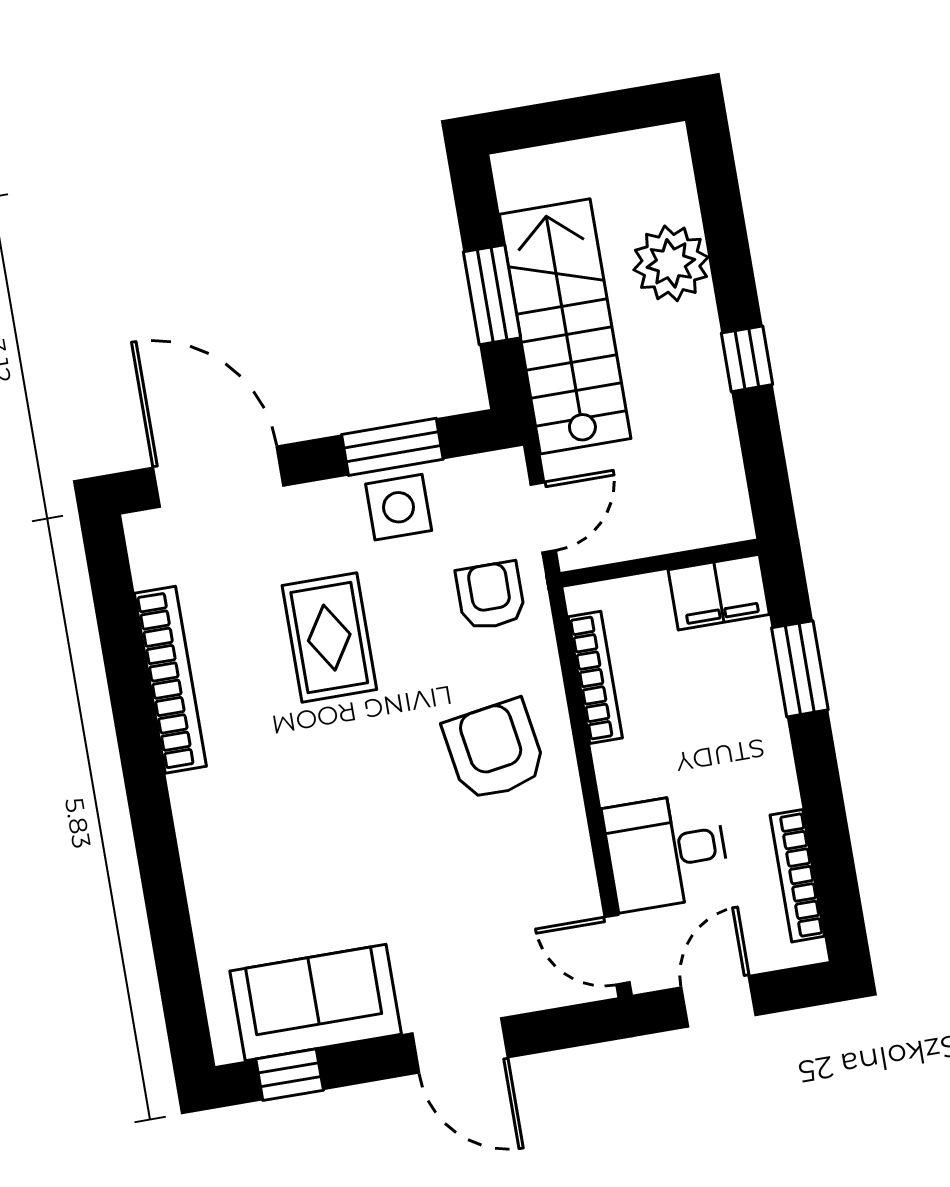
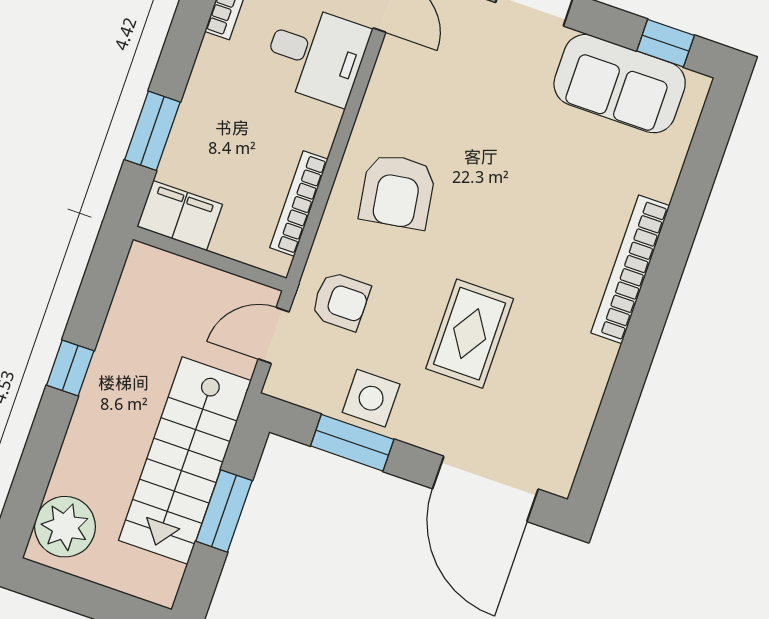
plant: (671, 263) -> (65, 527), moved
armchair: (490, 596) -> (341, 301), turned -90
bookcase: (170, 680) -> (630, 269), moved

